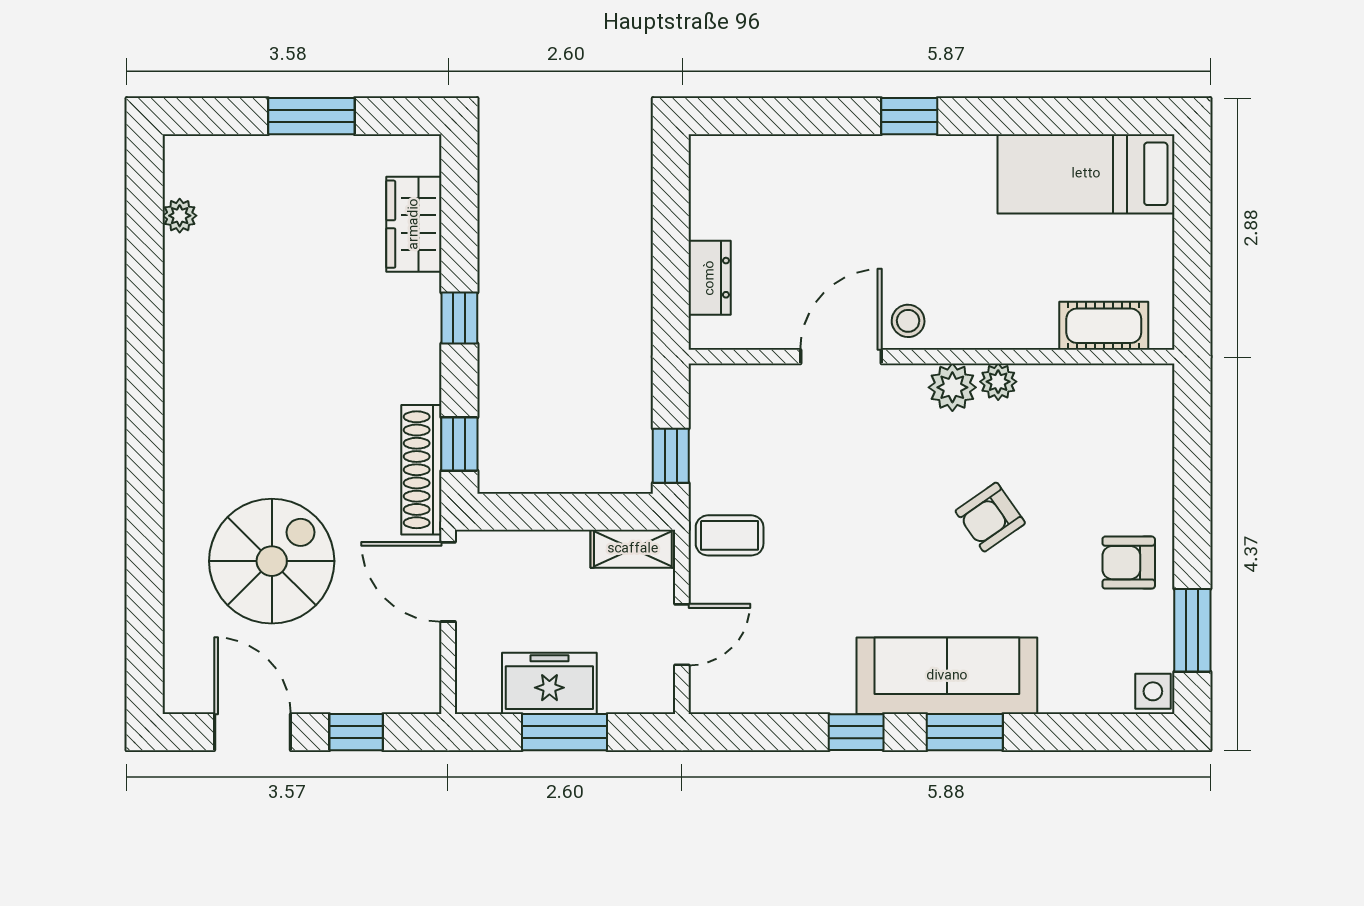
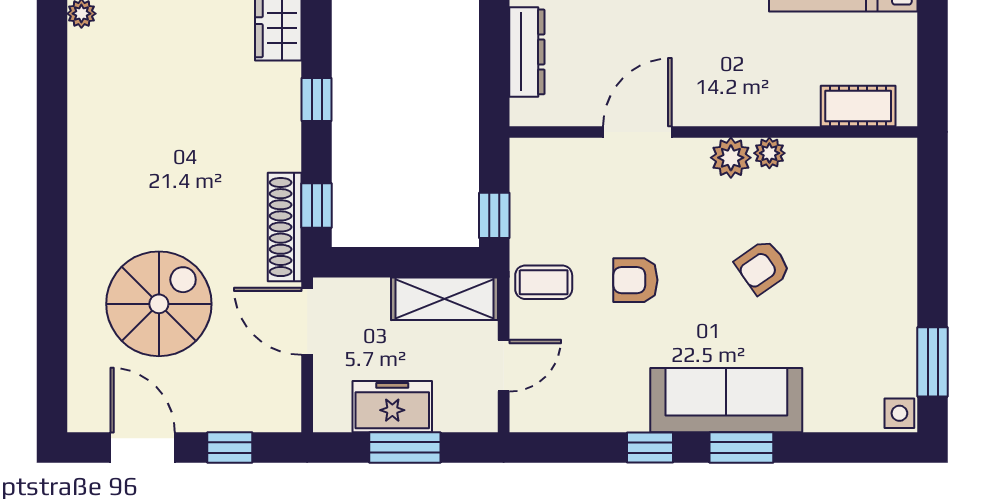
dresser: (710, 278) -> (527, 52), width x1.44
stool: (908, 321) -> (694, 102), removed
shelving: (633, 549) -> (445, 299), width x1.50, depth x1.33
armchair: (1129, 563) -> (635, 280), moved

